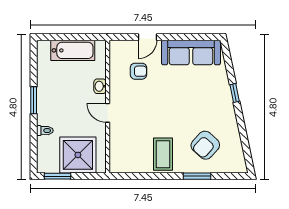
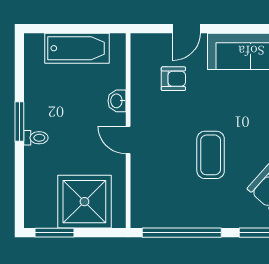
toilet: (45, 131) -> (36, 138), moved
coffee table: (163, 154) -> (211, 155), moved
window: (144, 176) -> (182, 233), added

